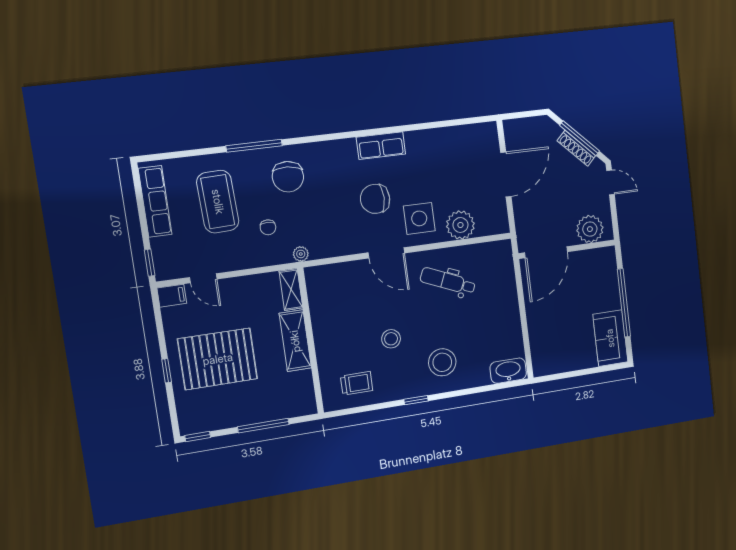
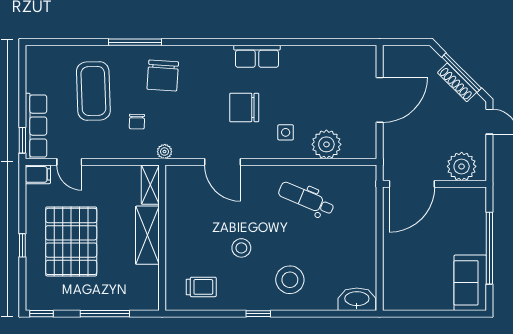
row of seats: (155, 201) -> (36, 126), moved
side table: (419, 218) -> (286, 132), width x0.54, depth x0.54
door: (386, 253) -> (223, 162), moved
pallet: (218, 359) -> (71, 241), turned 90

